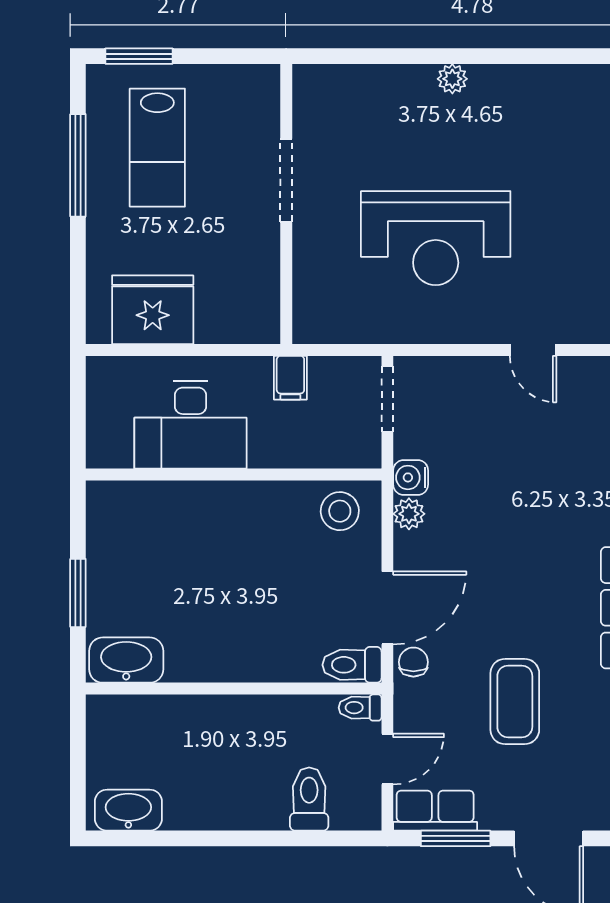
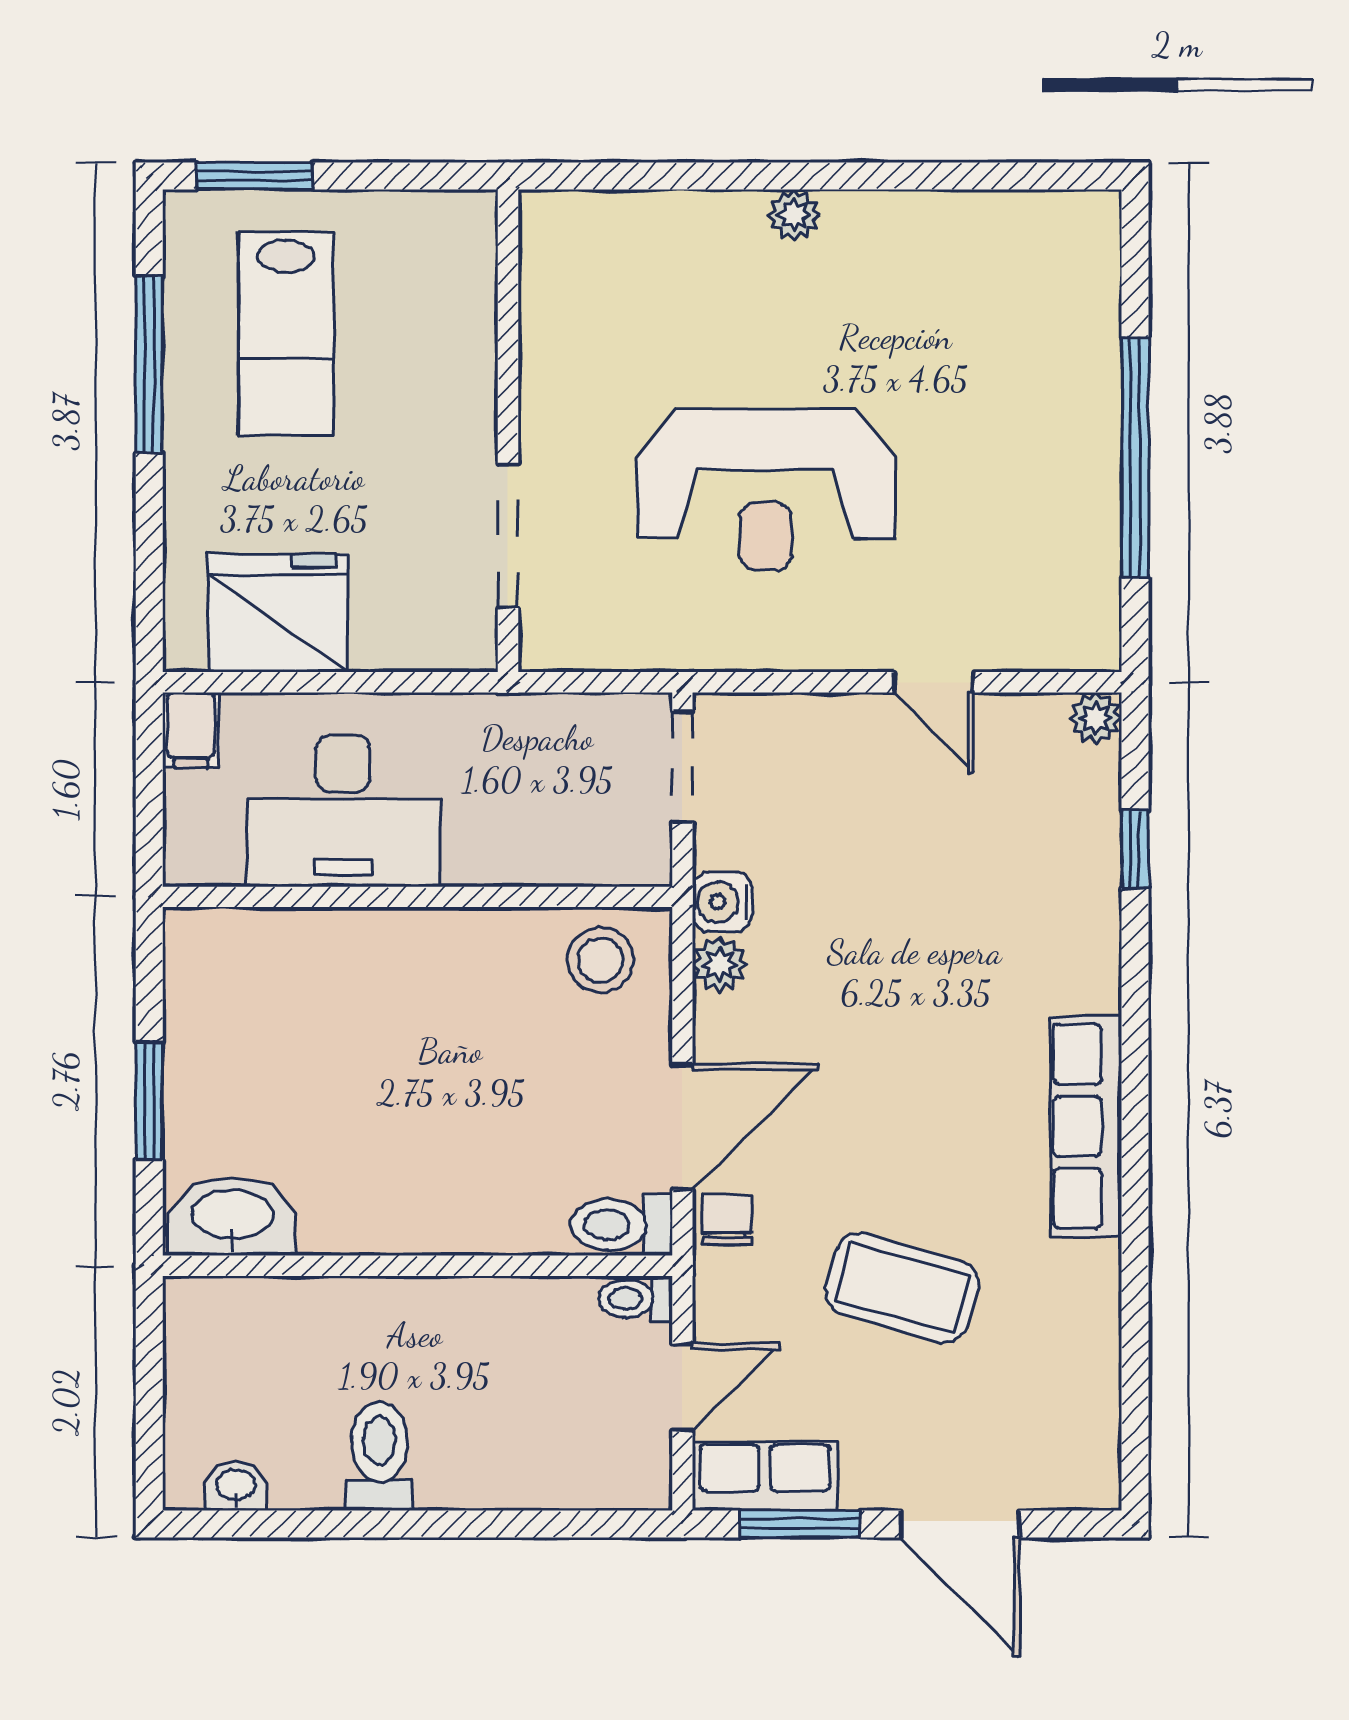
doorway: (286, 180) -> (508, 536), moved
filing cabinet: (290, 378) -> (191, 730), moved
coffee table: (515, 701) -> (902, 1288), turned -74
toilet: (309, 799) -> (379, 1456), moved
washbasin: (128, 810) -> (236, 1486), width x0.52, depth x0.69

